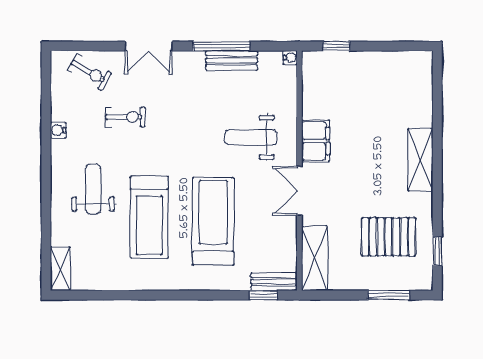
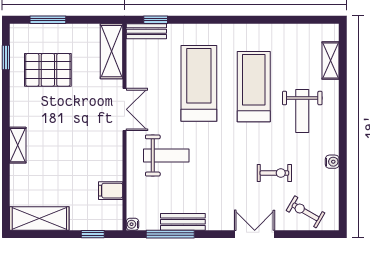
window: (221, 46) -> (170, 234), moved
shelving: (398, 64) -> (39, 218), added
exercise bike: (125, 117) -> (274, 173), turned 180
filing cabinet: (316, 141) -> (111, 191), moved, width x0.50
shelving: (420, 160) -> (18, 145), width x0.67, depth x0.75
treadmill: (213, 221) -> (199, 83), turned 180
shelving: (60, 269) -> (330, 60), moved

